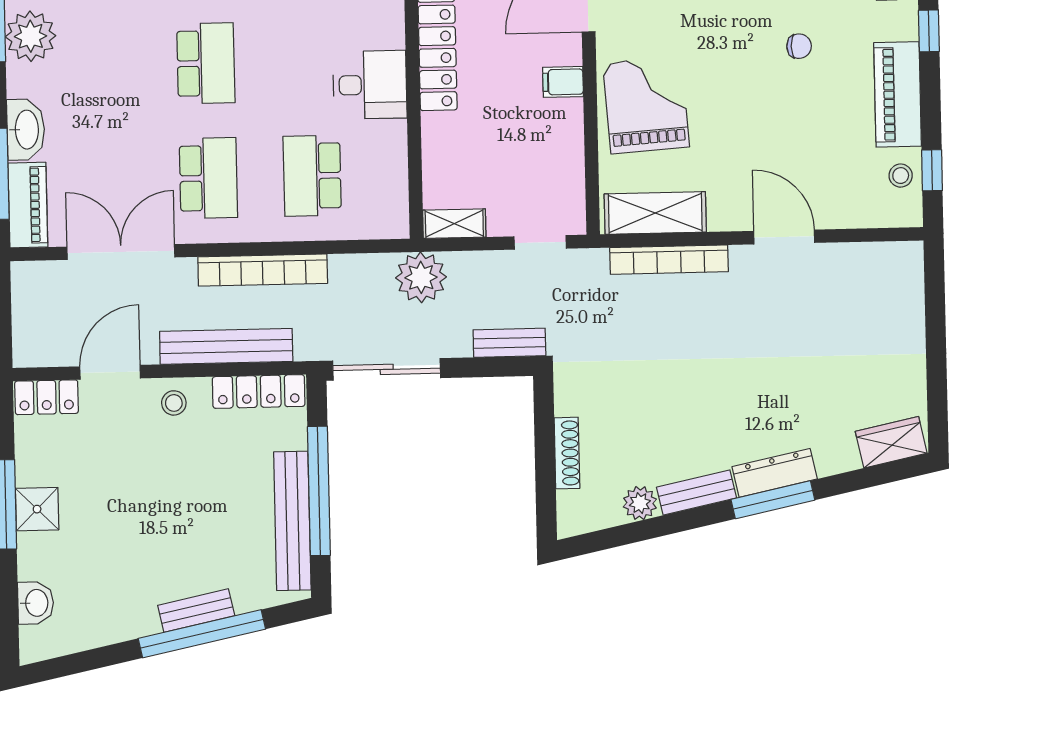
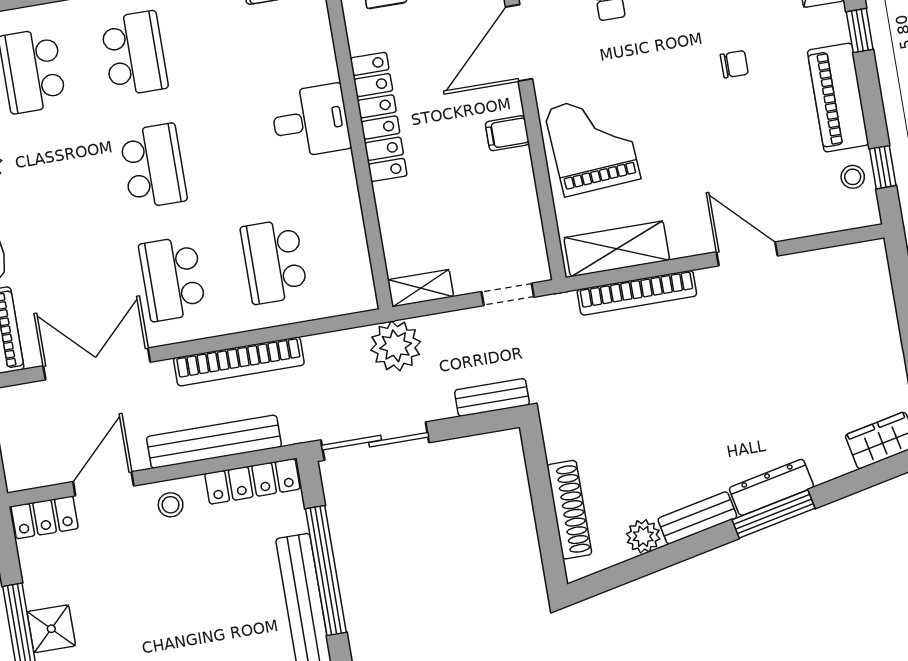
desk: (370, 85) -> (311, 121), moved
school desk: (208, 178) -> (172, 279), turned 180
shoe rack: (567, 453) -> (569, 510), width x1.36, depth x1.24

